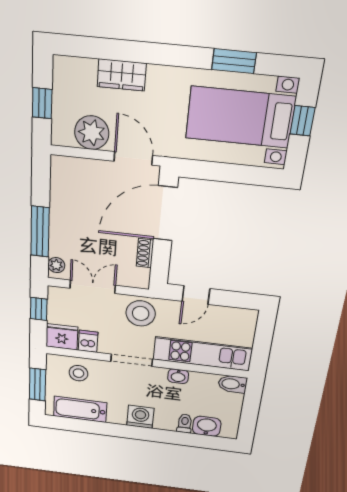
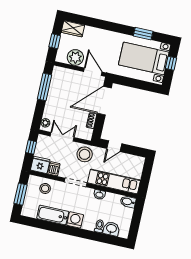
wardrobe: (122, 75) -> (73, 29), moved
window: (40, 232) -> (45, 87), moved
bathtub: (80, 409) -> (53, 215), moved

